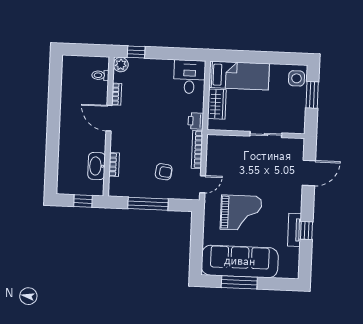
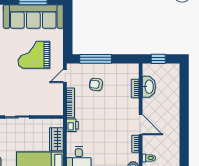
window: (148, 204) -> (96, 59), moved

